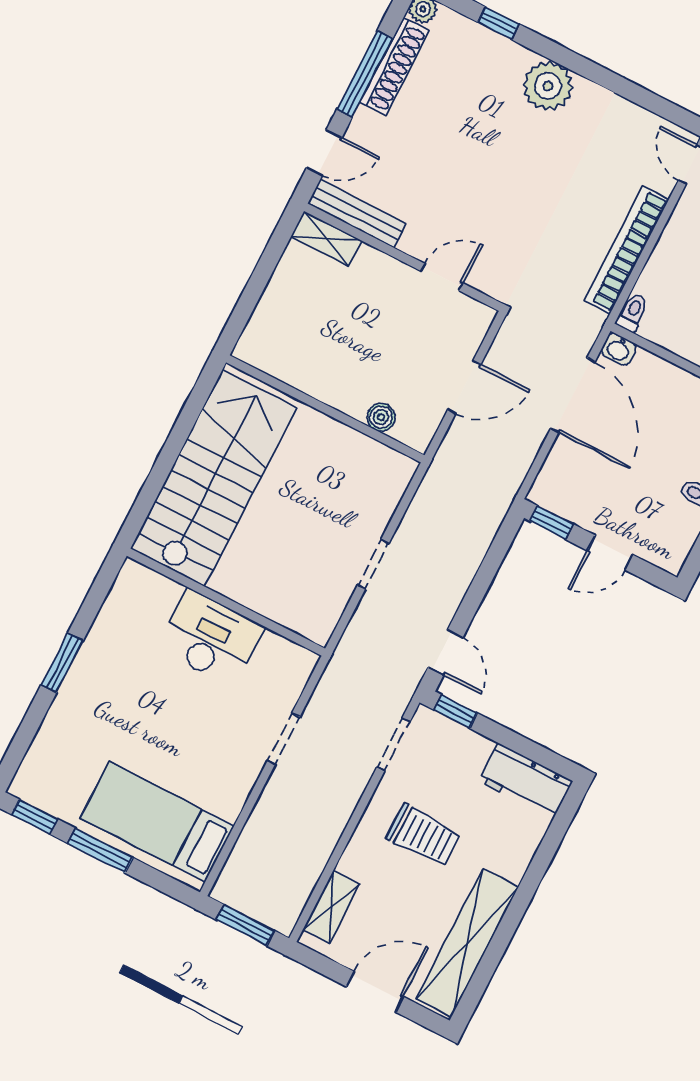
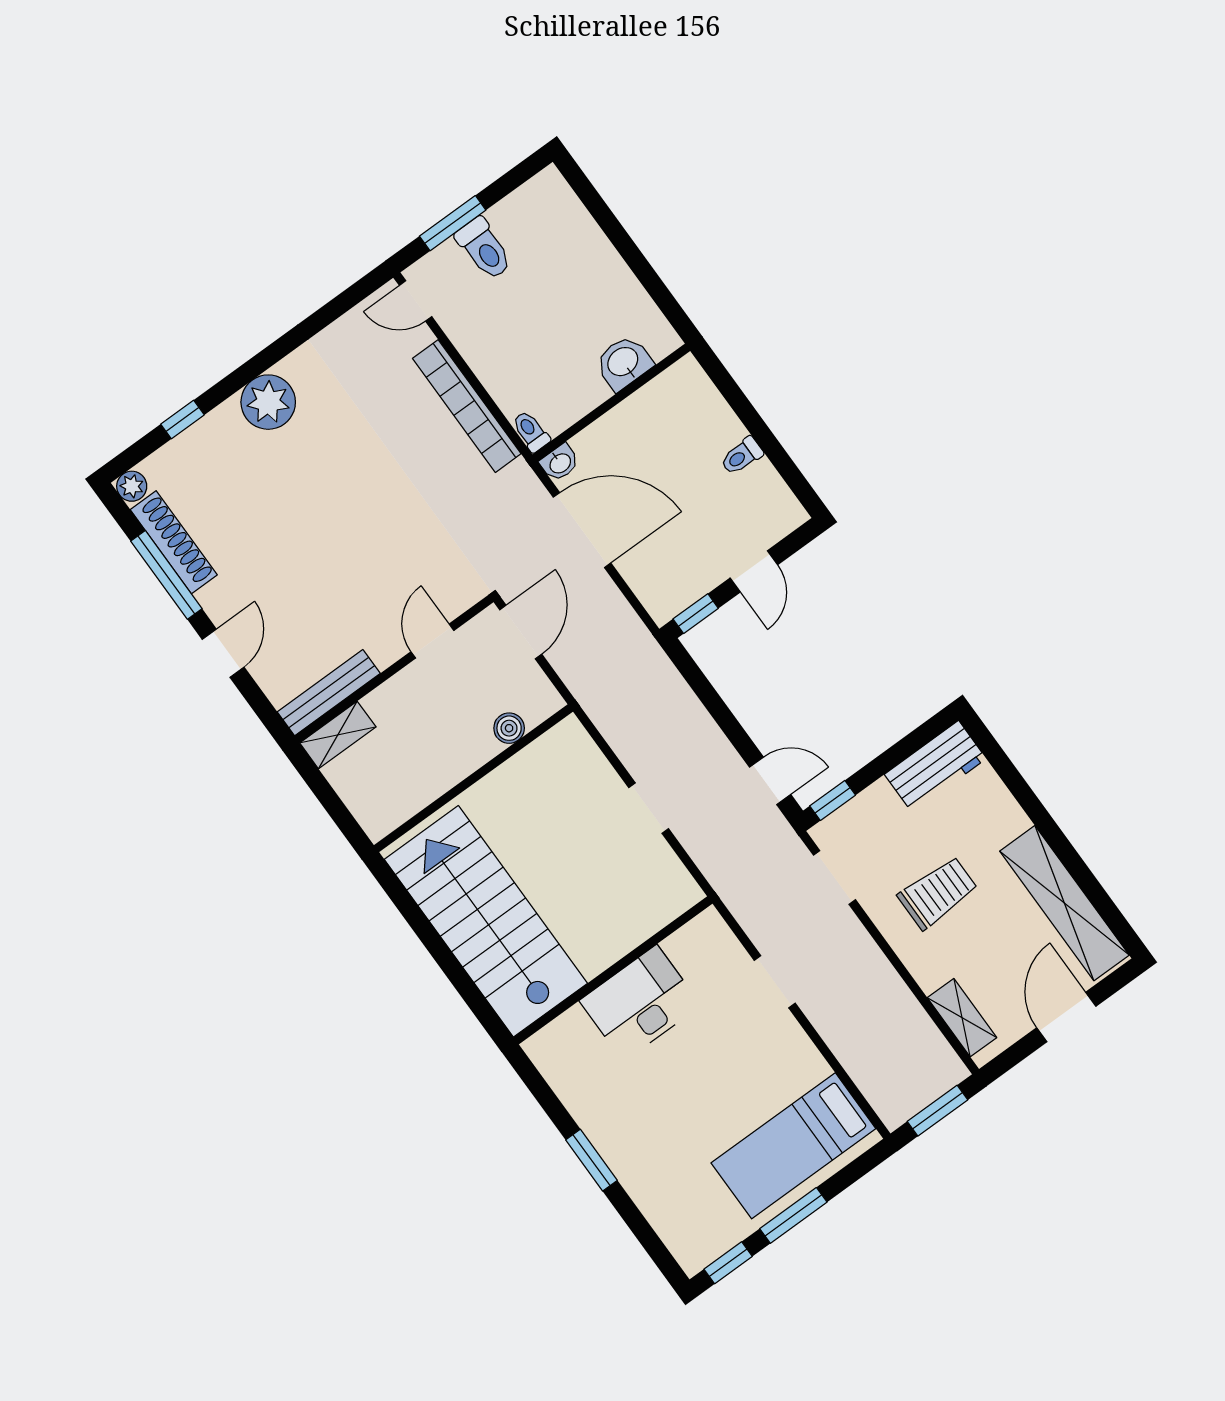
bench: (357, 214) -> (329, 693), moved
shelving: (326, 239) -> (338, 735), moved
wall: (403, 257) -> (394, 669), moved
door: (442, 277) -> (432, 641), moved

